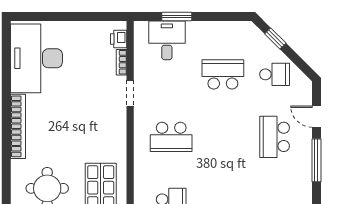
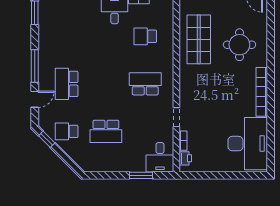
window: (275, 39) -> (47, 139), moved
desk: (167, 40) -> (160, 157), moved
door: (316, 117) -> (35, 99), hinge flipped
school desk: (275, 137) -> (67, 84), turned 180

